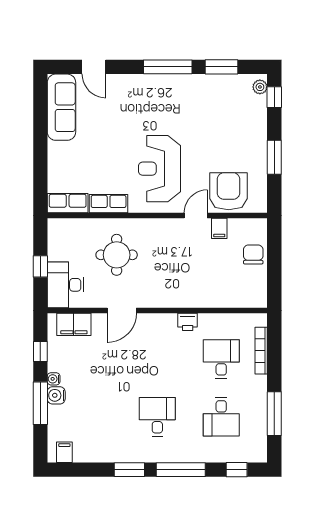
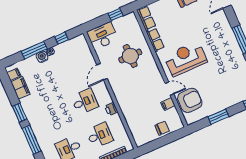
window: (40, 266) -> (116, 14), moved
door: (122, 310) -> (102, 72), hinge flipped
filing cabinet: (74, 324) -> (20, 88), moved, turned 180
desk: (157, 417) -> (85, 102), moved

